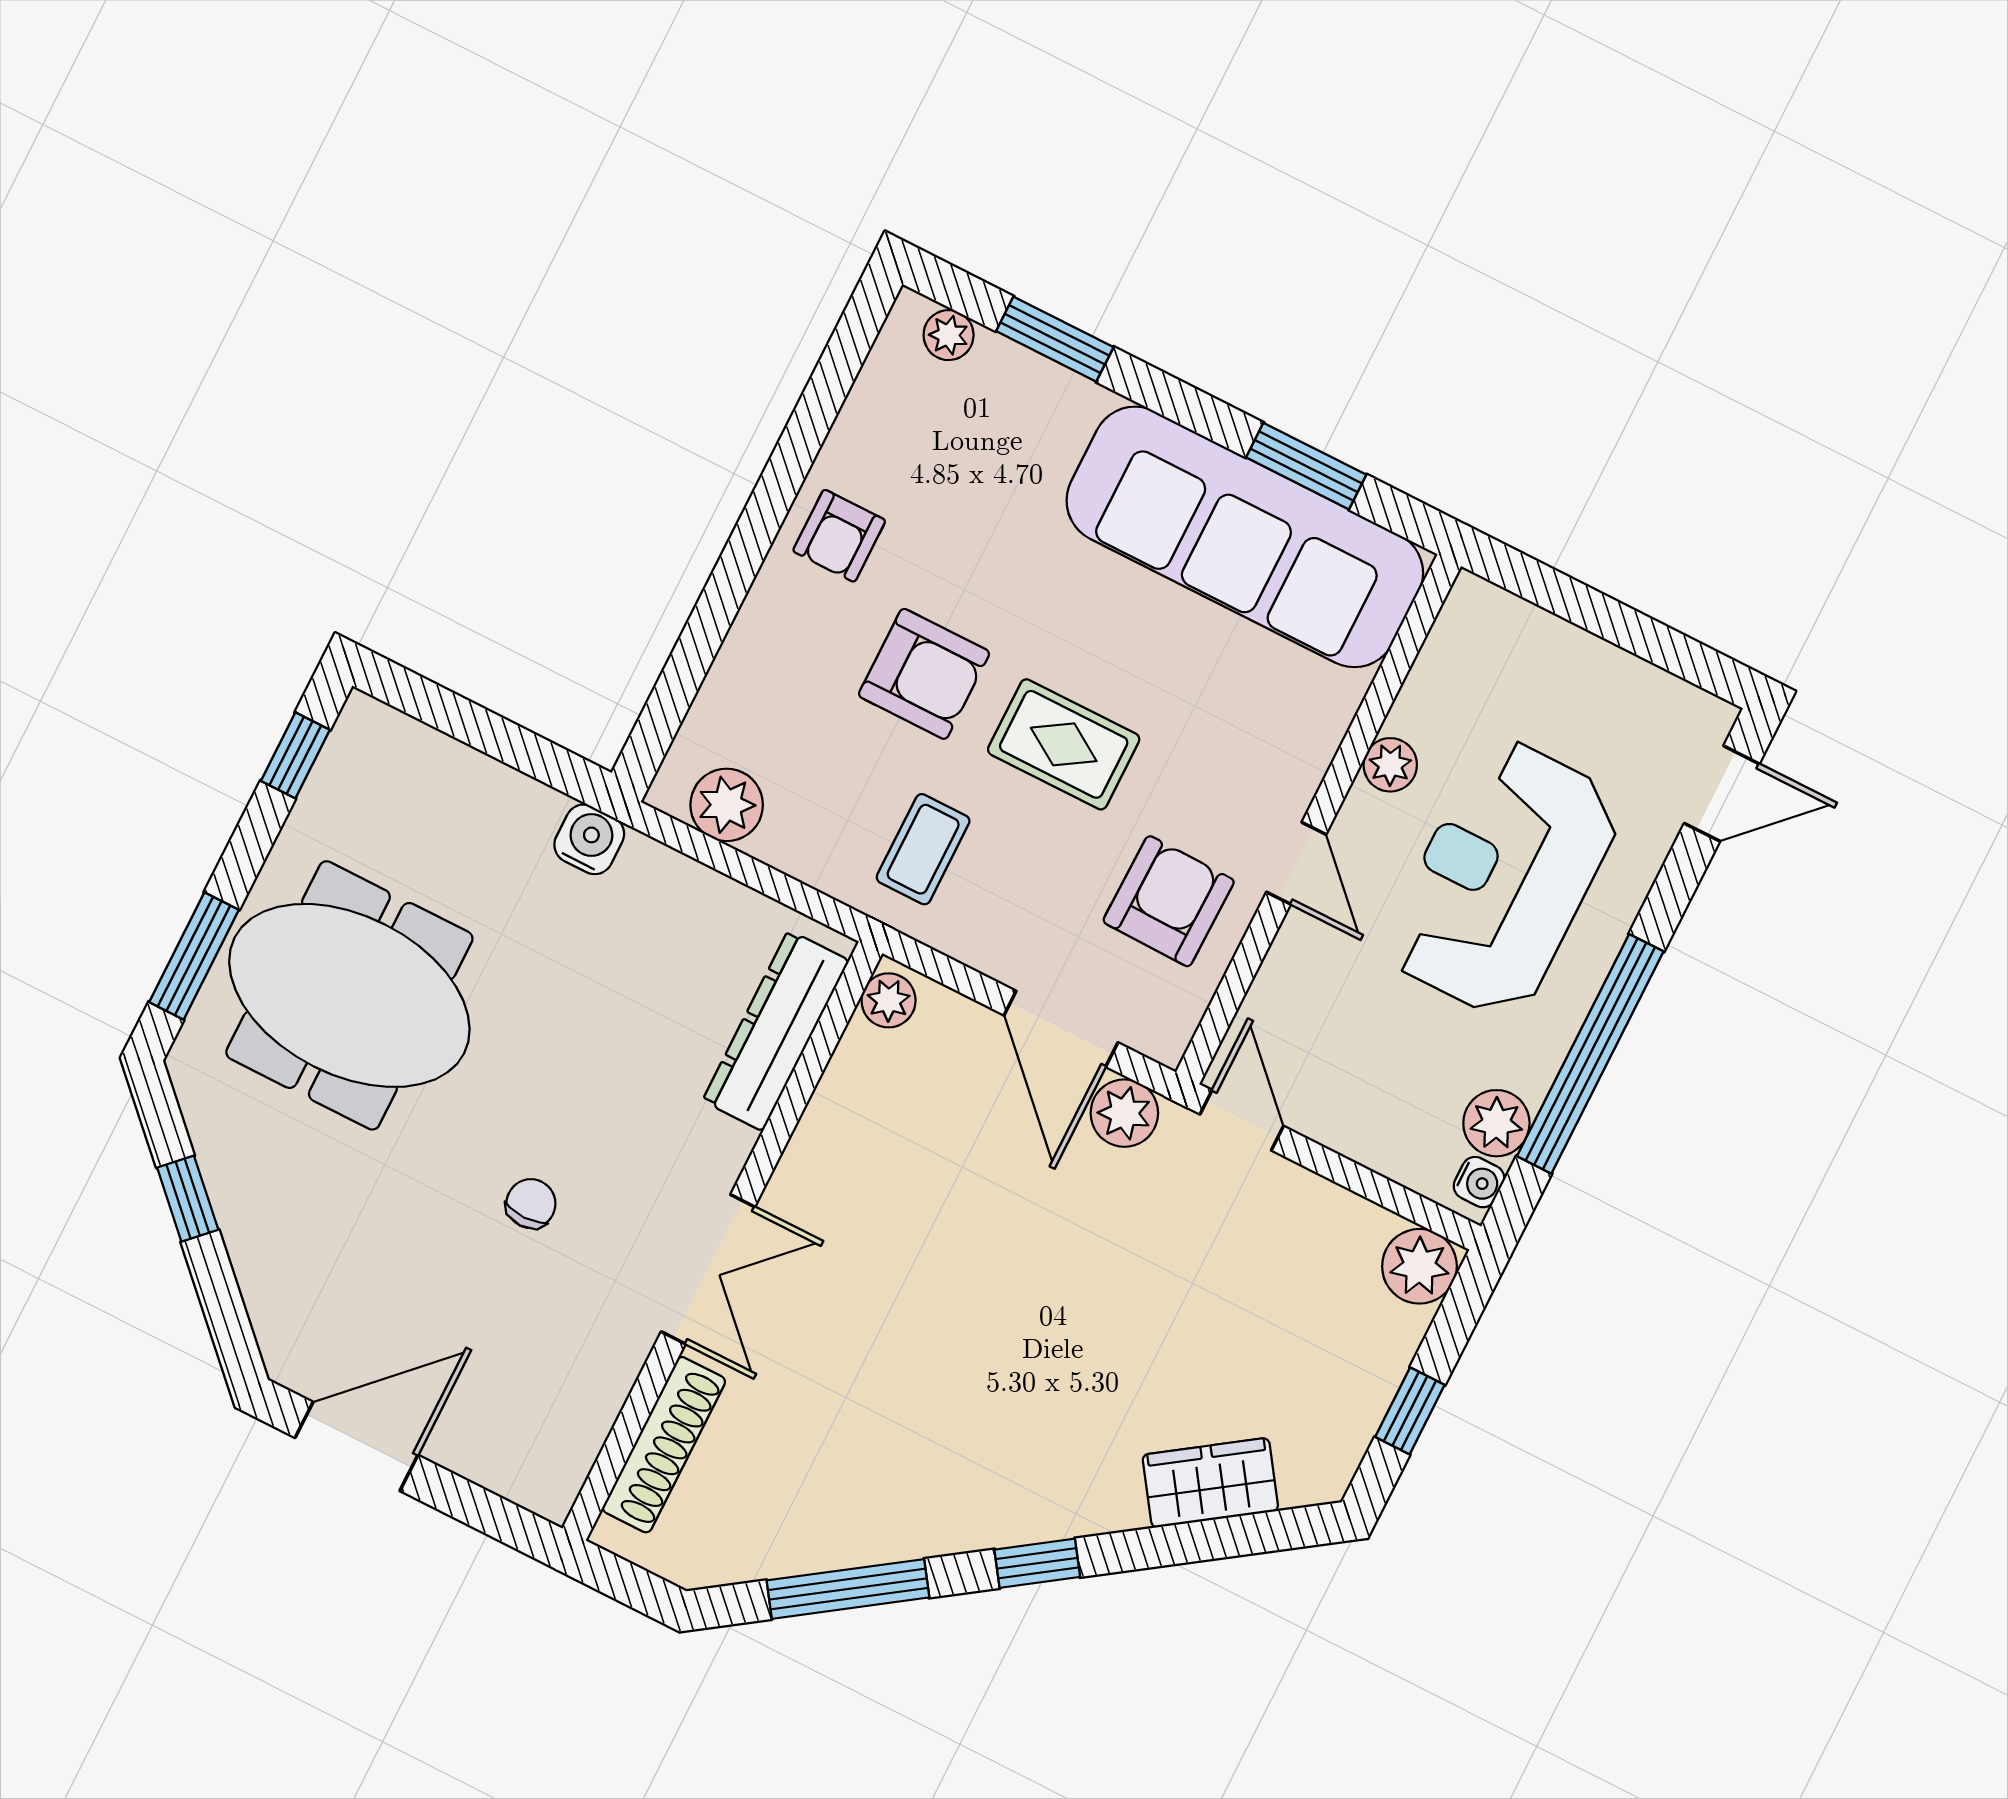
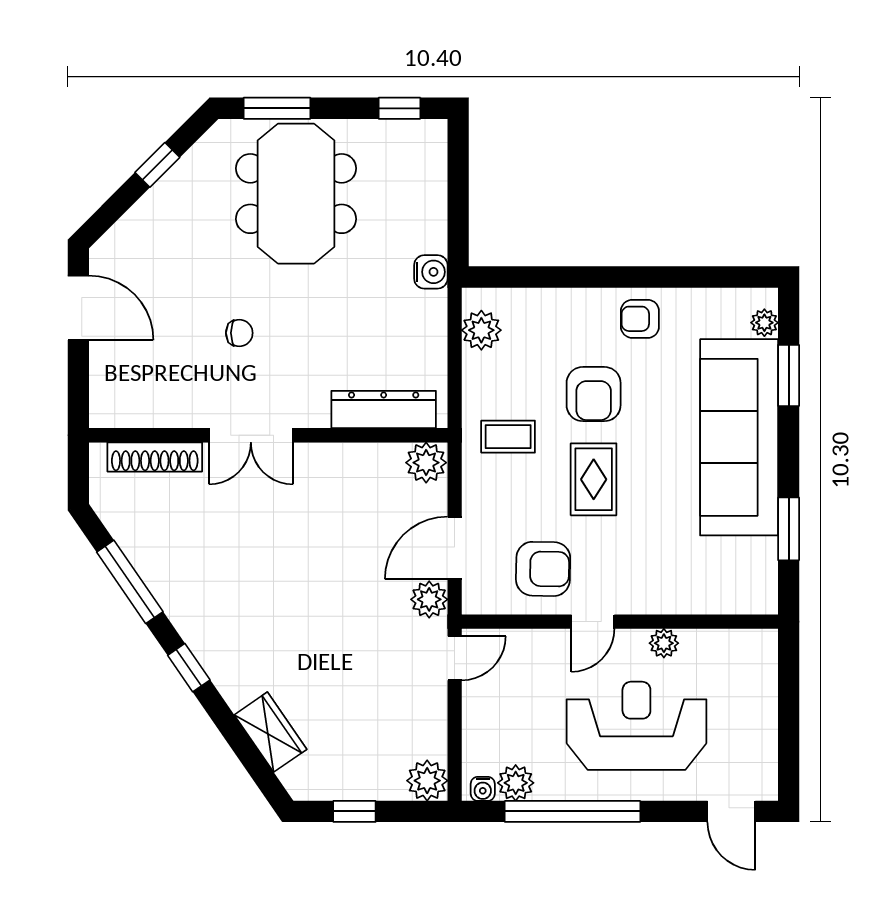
sofa: (1245, 537) -> (739, 437), moved
plant: (889, 1000) -> (426, 463), width x1.38, depth x1.38

